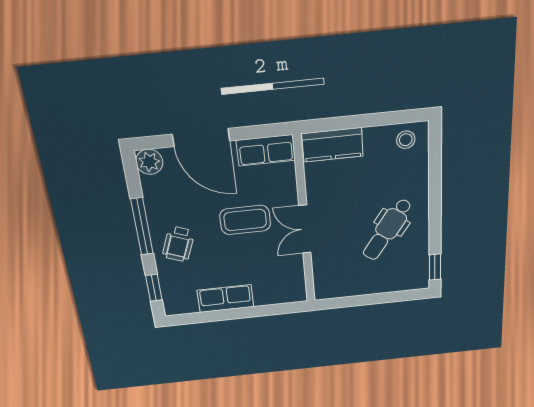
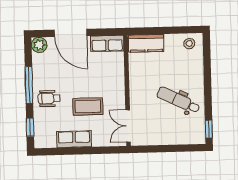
coffee table: (245, 220) -> (88, 106), moved
double door: (305, 229) -> (128, 126), moved
dental chair: (387, 230) -> (178, 100), turned 81
wheelchair: (178, 244) -> (49, 98), turned 69

